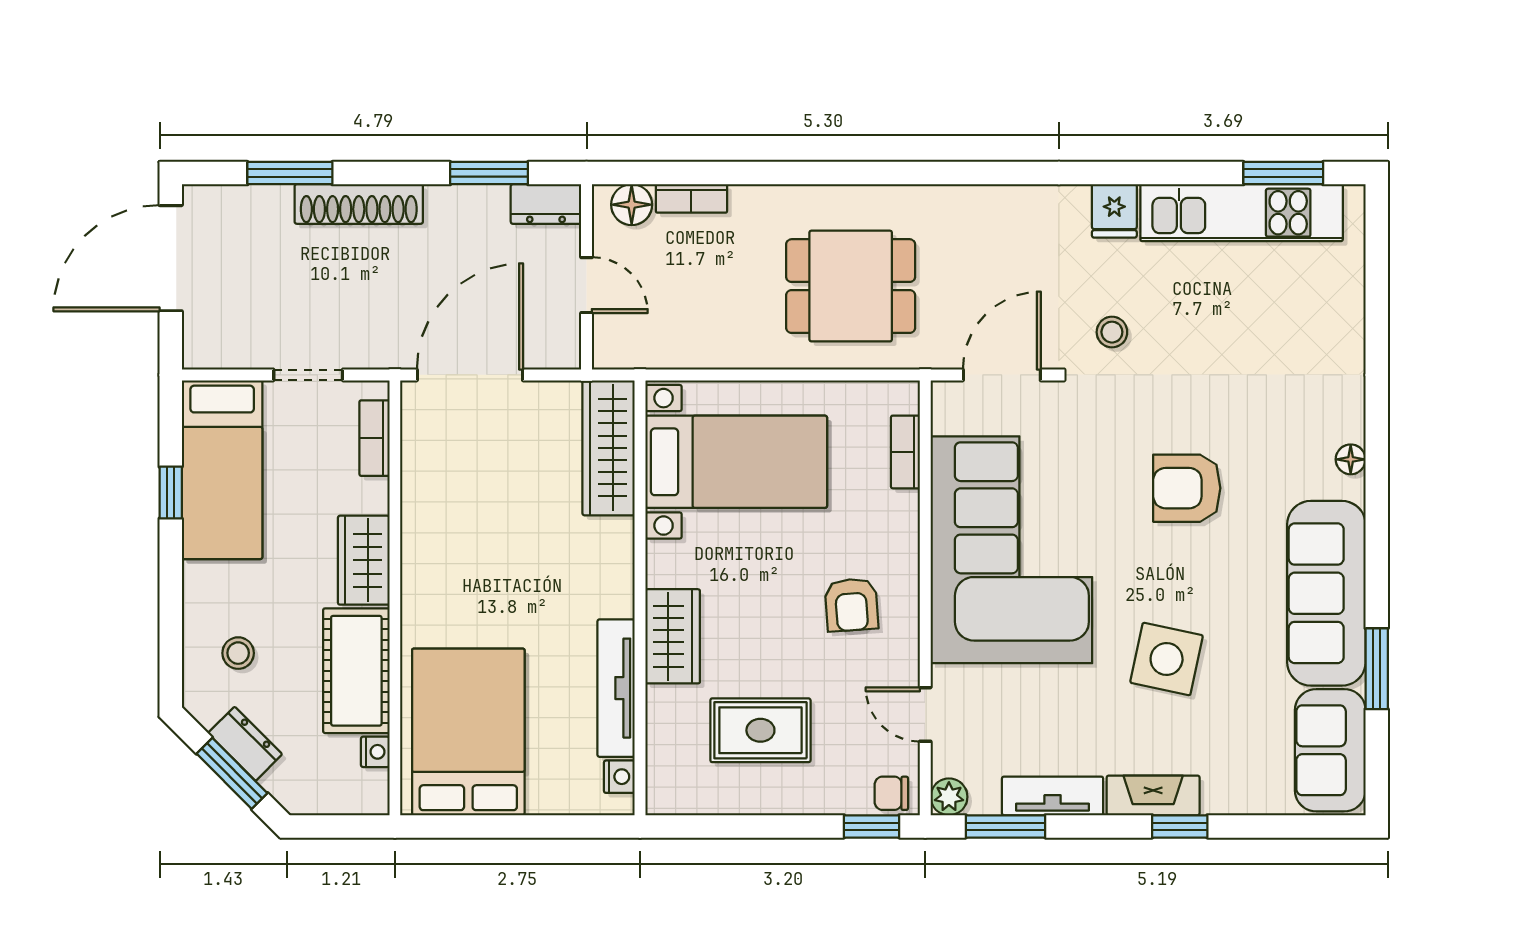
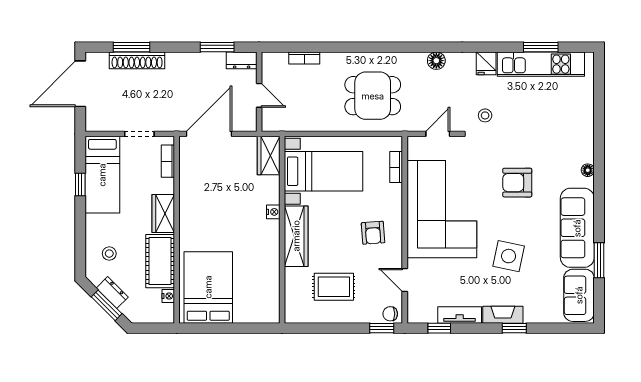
window: (1283, 173) -> (541, 47), moved
shoe rack: (359, 204) -> (137, 60), moved
floor lamp: (632, 205) -> (436, 61), moved
door: (1002, 375) -> (438, 134), width x0.73
wardrobe: (609, 448) -> (269, 156), width x0.67
wardrobe: (673, 636) -> (296, 236), width x1.50
tv unit: (616, 688) -> (272, 269), removed
nightstand: (619, 777) -> (273, 212), moved
plant: (949, 797) -> (415, 315), removed
window: (1006, 826) -> (439, 328), width x0.67

